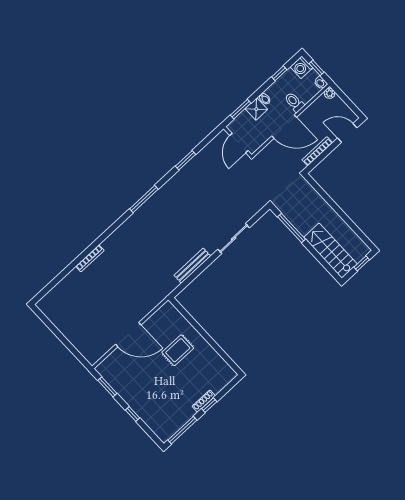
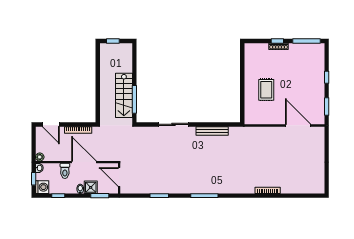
door: (239, 143) -> (119, 177), swing flipped
stairs: (330, 251) -> (124, 95), moved
door: (128, 335) -> (298, 125), moved
rug: (178, 350) -> (266, 90), turned 90

